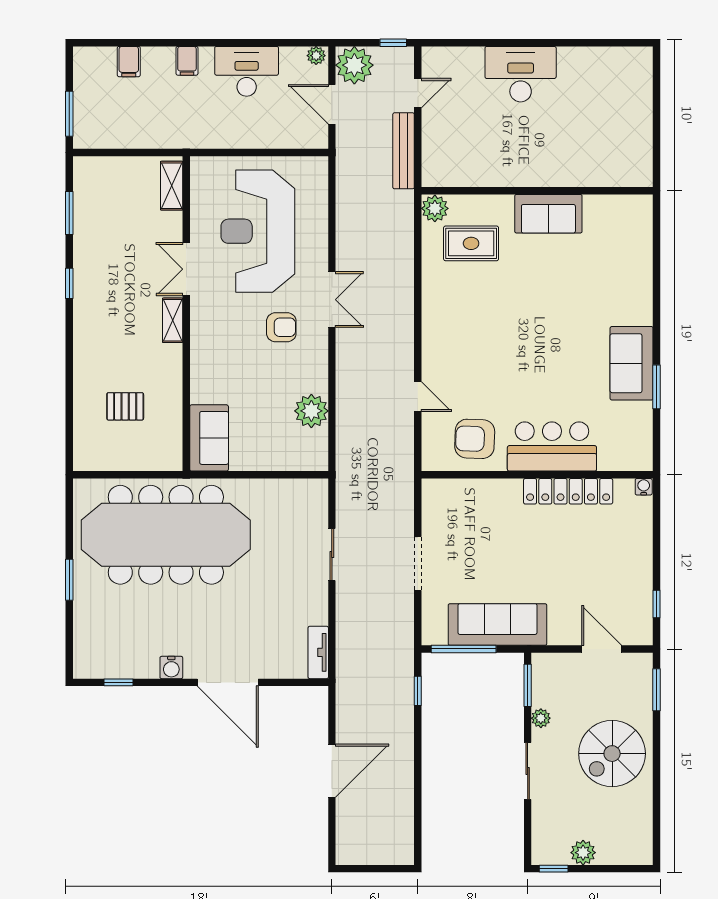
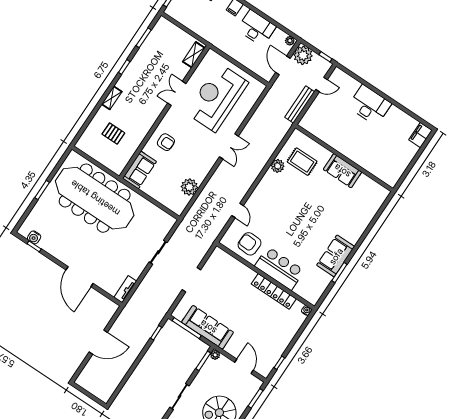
filing cabinet: (639, 68) -> (420, 135), added
plant: (435, 208) -> (278, 166), moved
shelving: (173, 320) -> (112, 98), moved
armchair: (281, 327) -> (166, 142), moved
water cooler: (171, 667) -> (34, 237), moved
plant: (541, 718) -> (215, 355), moved

